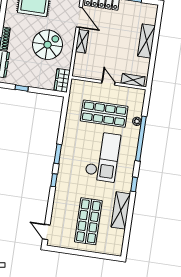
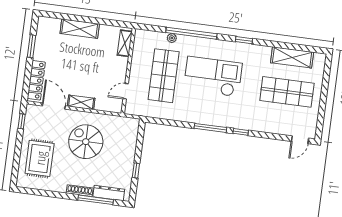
door: (79, 17) -> (54, 106), hinge flipped
wardrobe: (62, 80) -> (126, 124), removed
door: (108, 83) -> (126, 91), moved
window: (58, 154) -> (210, 128), width x1.44
shelving: (121, 210) -> (292, 57), moved

